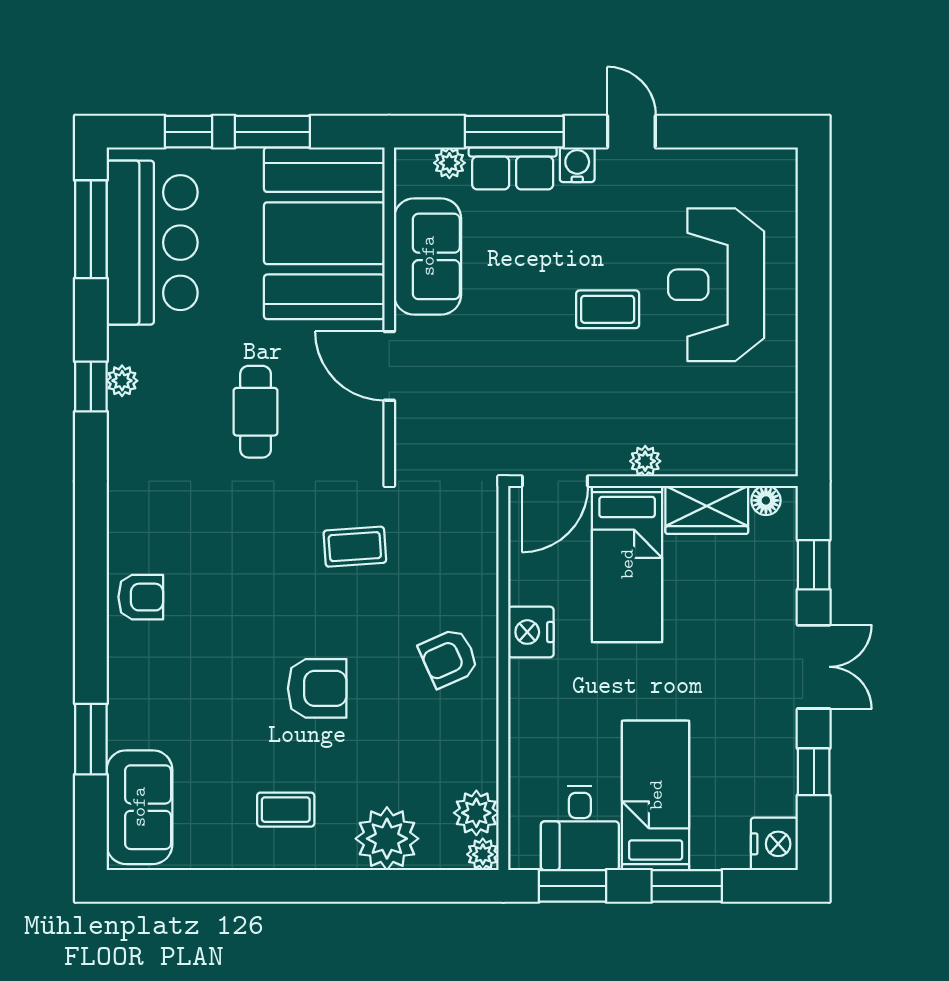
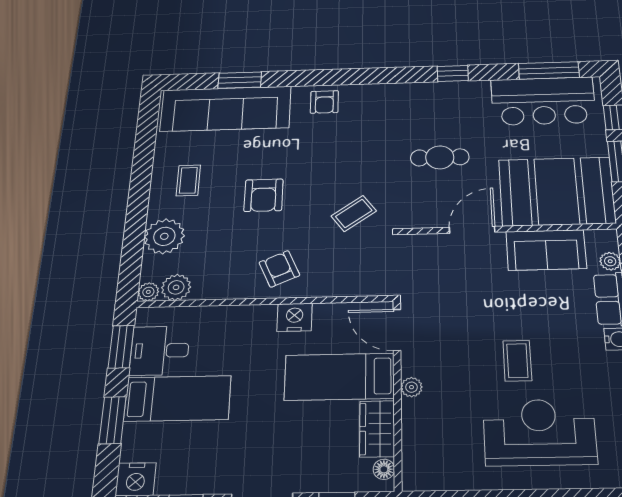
plant: (122, 381) -> (457, 89), removed
coffee table: (355, 547) -> (354, 213), turned 58
sofa: (139, 807) -> (226, 109), width x1.85, depth x1.27

